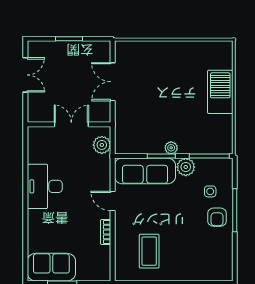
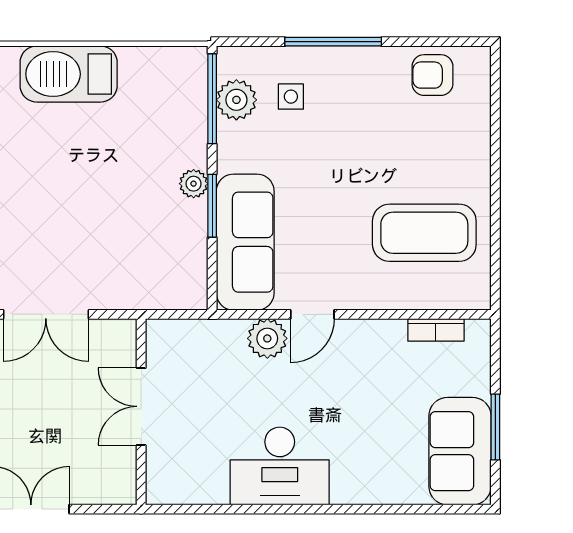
plant: (102, 145) -> (267, 338), moved
plant: (186, 167) -> (236, 100), moved
armchair: (217, 217) -> (432, 75), moved, turned 180
bookcase: (106, 232) -> (436, 330), moved
coffee table: (149, 251) -> (424, 233), width x1.36, depth x1.32

